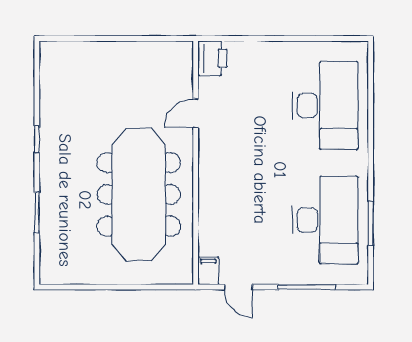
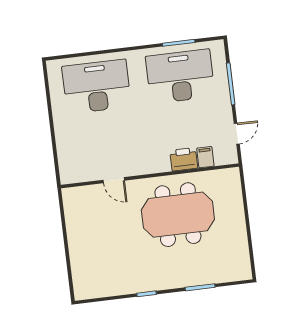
printer: (212, 58) -> (184, 159), moved
meeting table: (139, 194) -> (178, 215), width x0.73
filing cabinet: (208, 271) -> (205, 157), moved, turned 90

